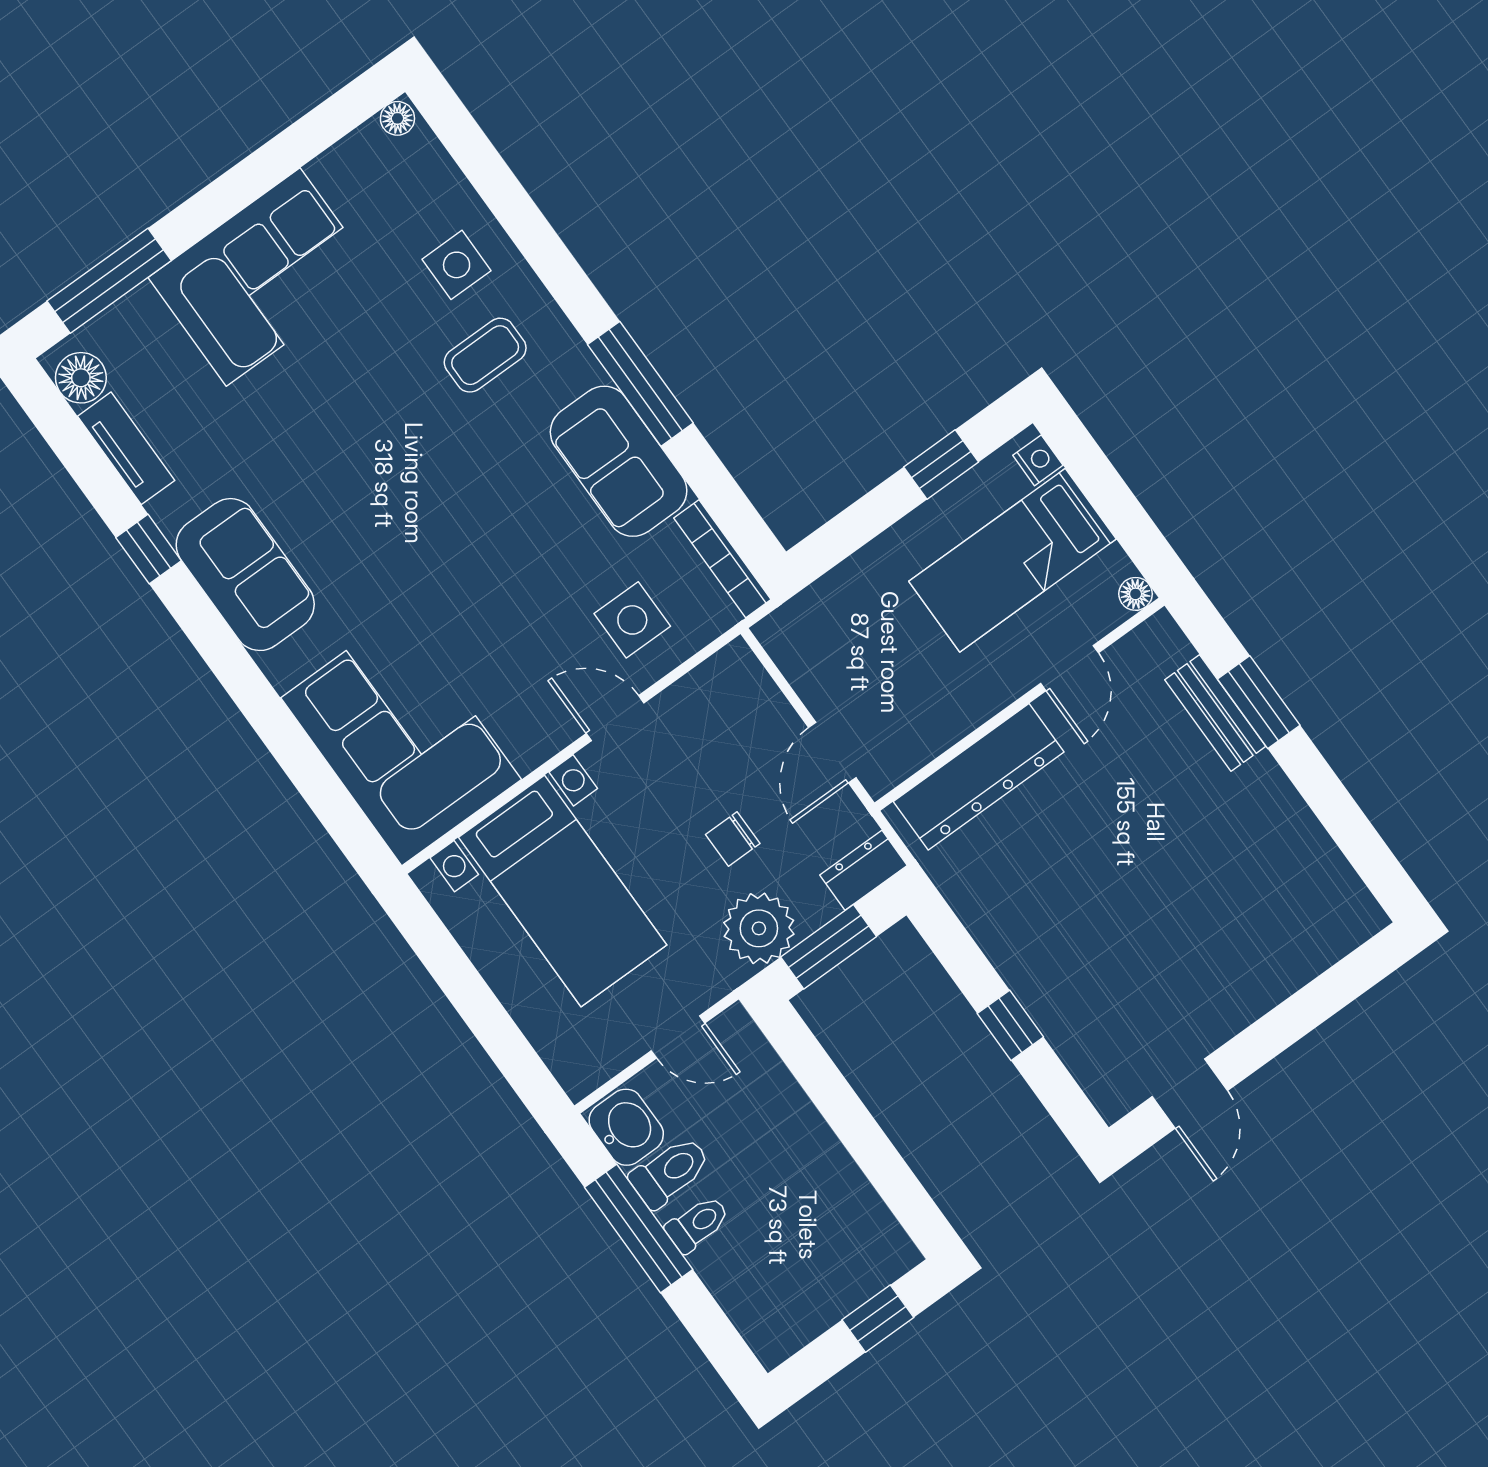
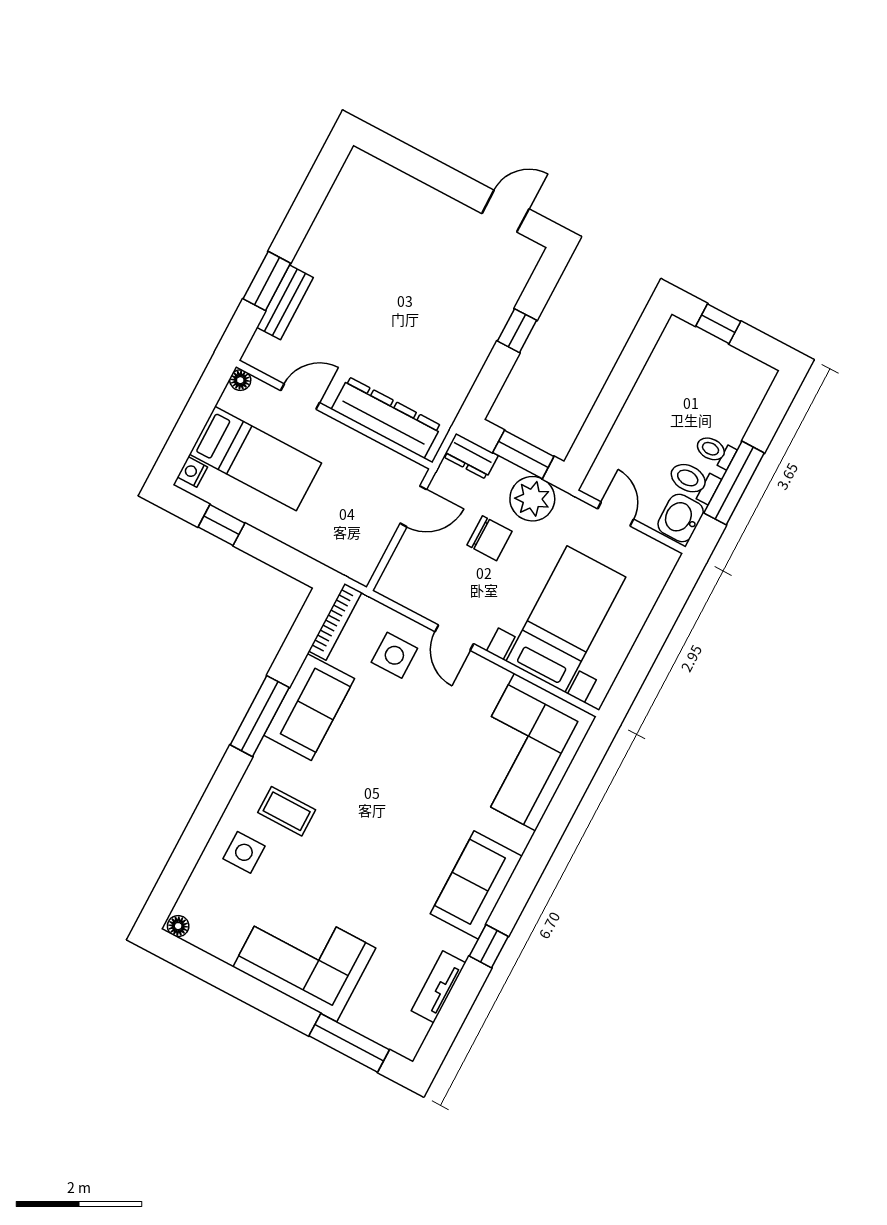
floor lamp: (81, 378) -> (411, 1032), removed
chair: (733, 839) -> (489, 538), width x1.37, depth x1.37

